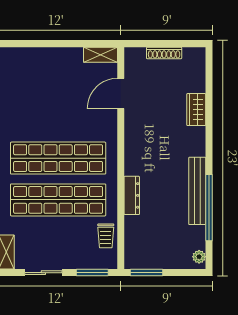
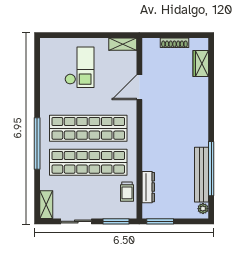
checkout: (47, 83) -> (79, 67), added
door: (121, 94) -> (139, 87), moved
wardrobe: (196, 110) -> (201, 64), moved
bench: (197, 191) -> (201, 175), moved
dresser: (132, 195) -> (148, 187), moved

